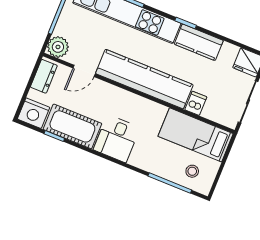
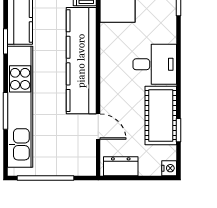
plant: (58, 47) -> (84, 164), removed
nightstand: (34, 113) -> (169, 168), width x0.53, depth x0.56

